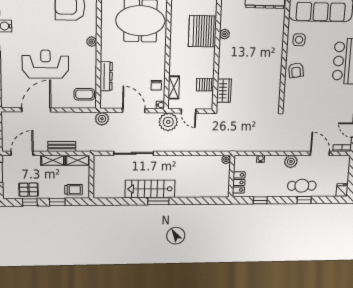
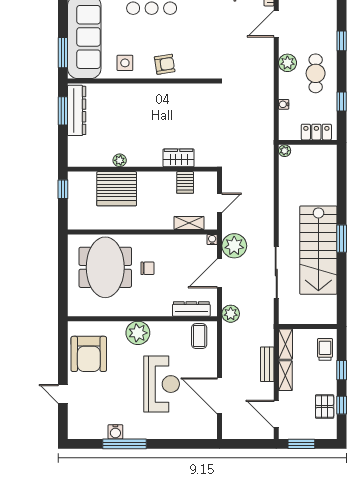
plant: (92, 42) -> (138, 333), width x1.88, depth x1.88
reception desk: (45, 64) -> (162, 384), turned 180
dresser: (106, 76) -> (191, 309), moved
chair: (156, 85) -> (147, 268), moved
wardrobe: (224, 91) -> (179, 158), moved
plant: (168, 122) -> (234, 246), moved
cafe table: (302, 186) -> (316, 73), moved
stairs: (150, 189) -> (318, 250), width x1.36, depth x1.51

